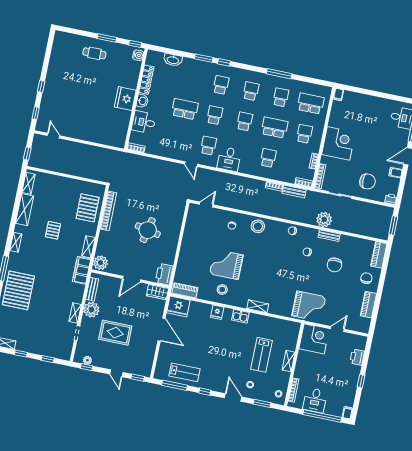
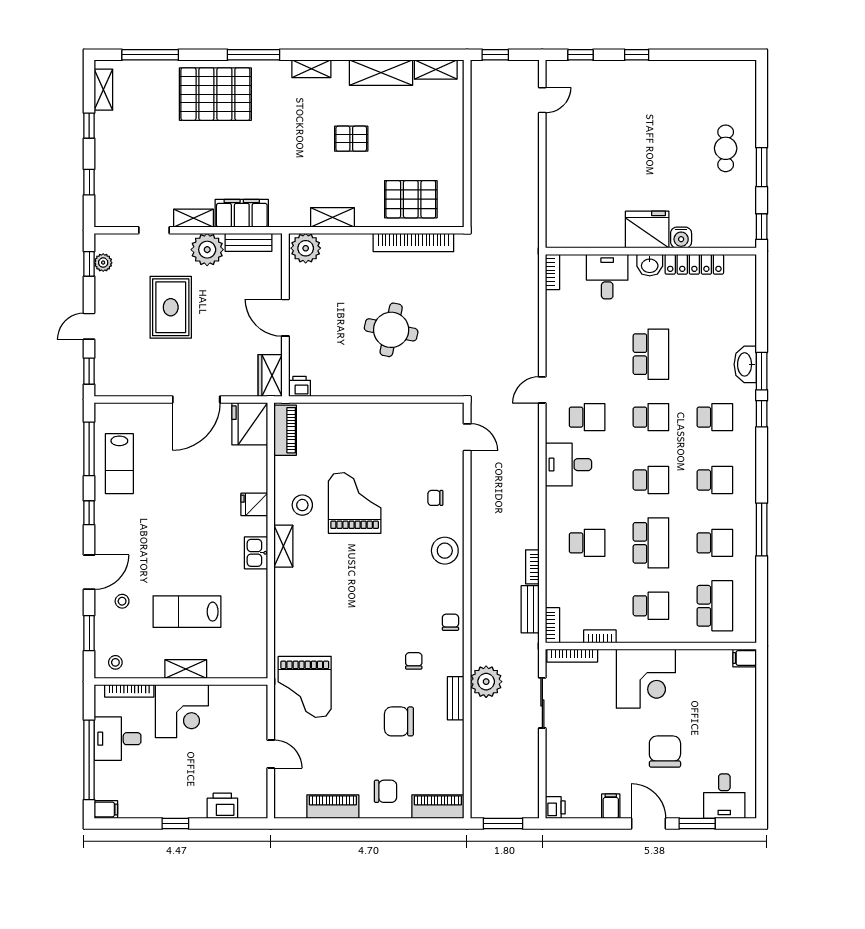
water cooler: (138, 55) -> (681, 238), moved
washbasin: (173, 60) -> (745, 364), moved
chair: (368, 181) -> (665, 752), moved, turned 180
filing cabinet: (82, 270) -> (242, 213), moved
printer: (164, 274) -> (299, 386), width x0.53, depth x0.68
shelving: (258, 306) -> (283, 546), moved
corner desk: (314, 339) -> (182, 711), moved

